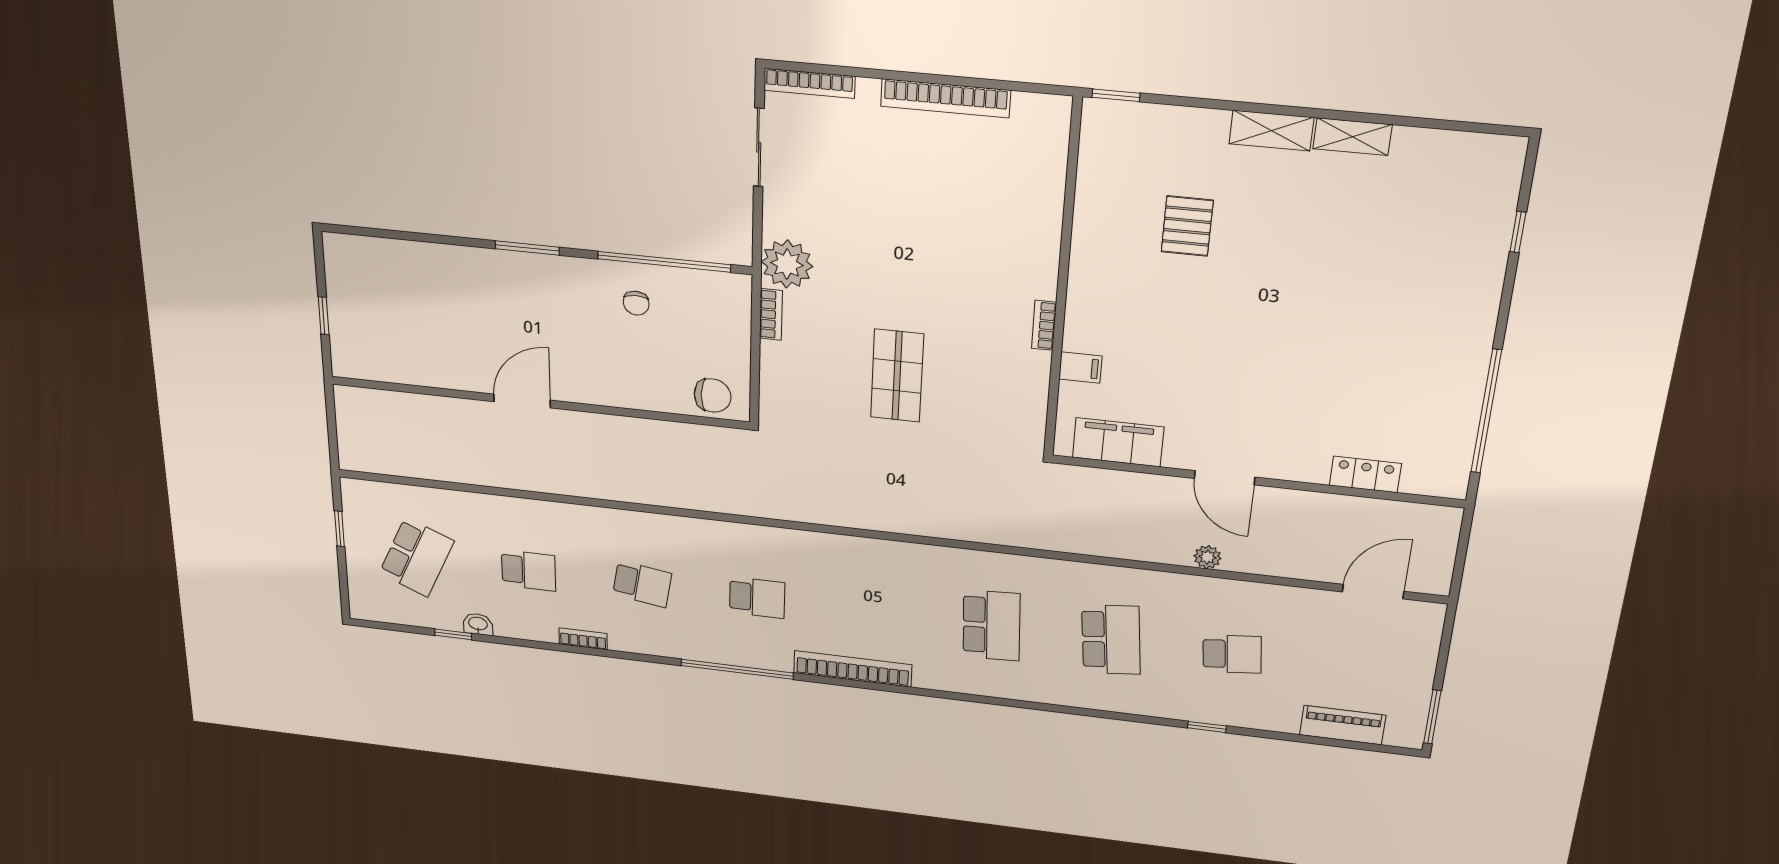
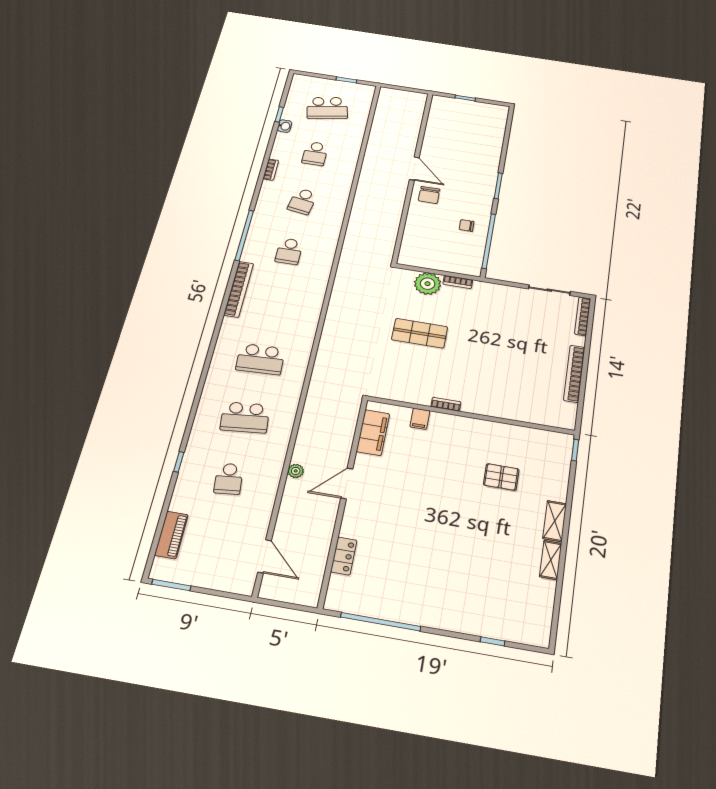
plant: (787, 264) -> (428, 284), moved
chair: (713, 395) -> (429, 195), moved
school desk: (417, 557) -> (327, 108), turned -36

